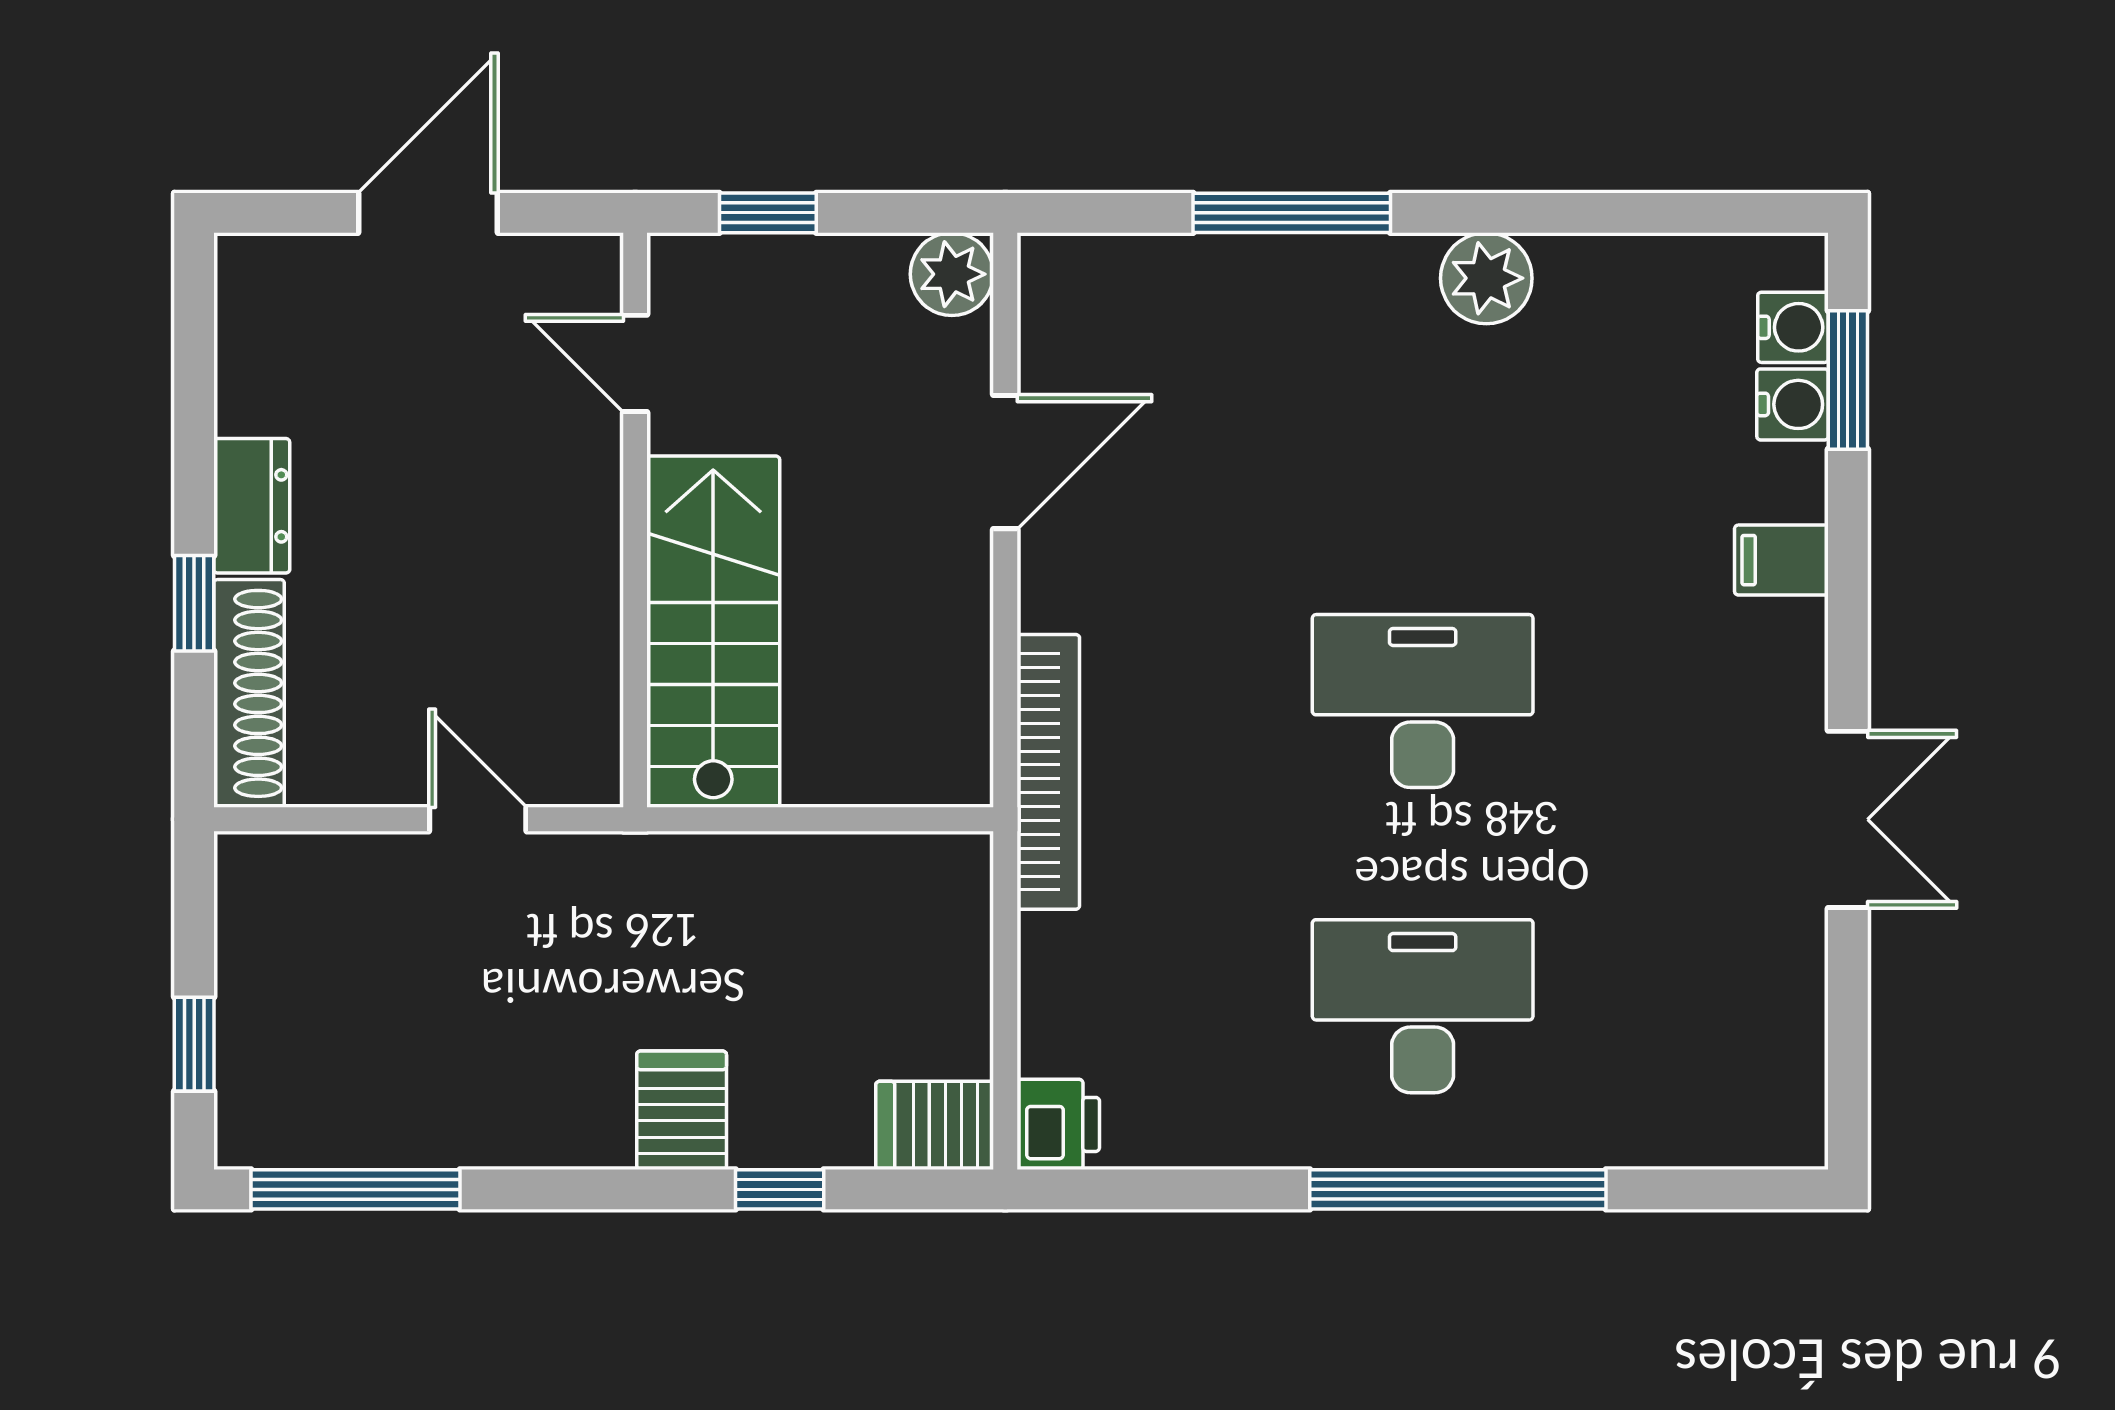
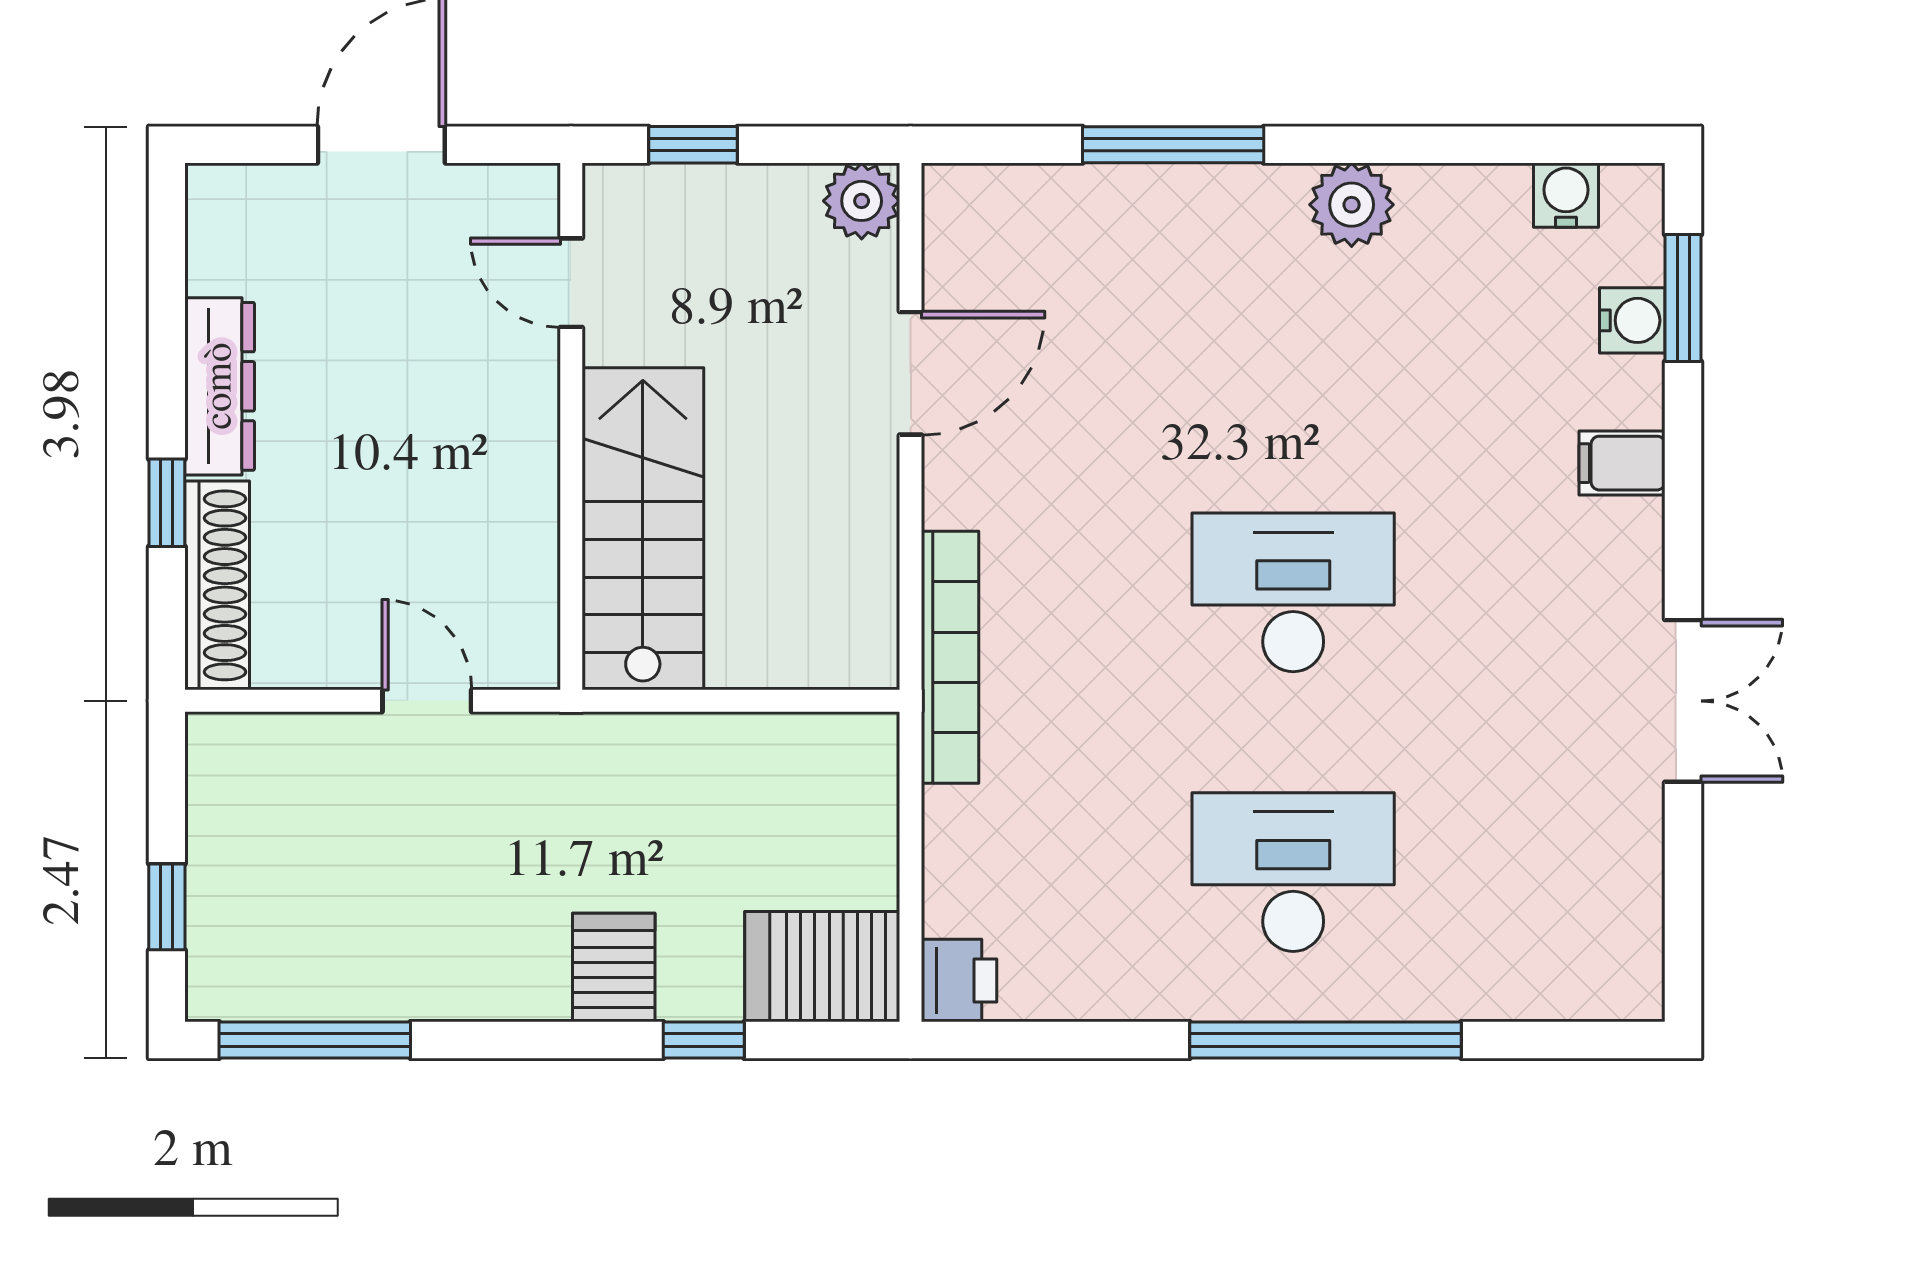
water cooler: (1793, 327) -> (1566, 195), moved, turned -90
dresser: (252, 506) -> (220, 386), width x1.44
server rack: (935, 1125) -> (822, 967), width x1.36, depth x1.44

